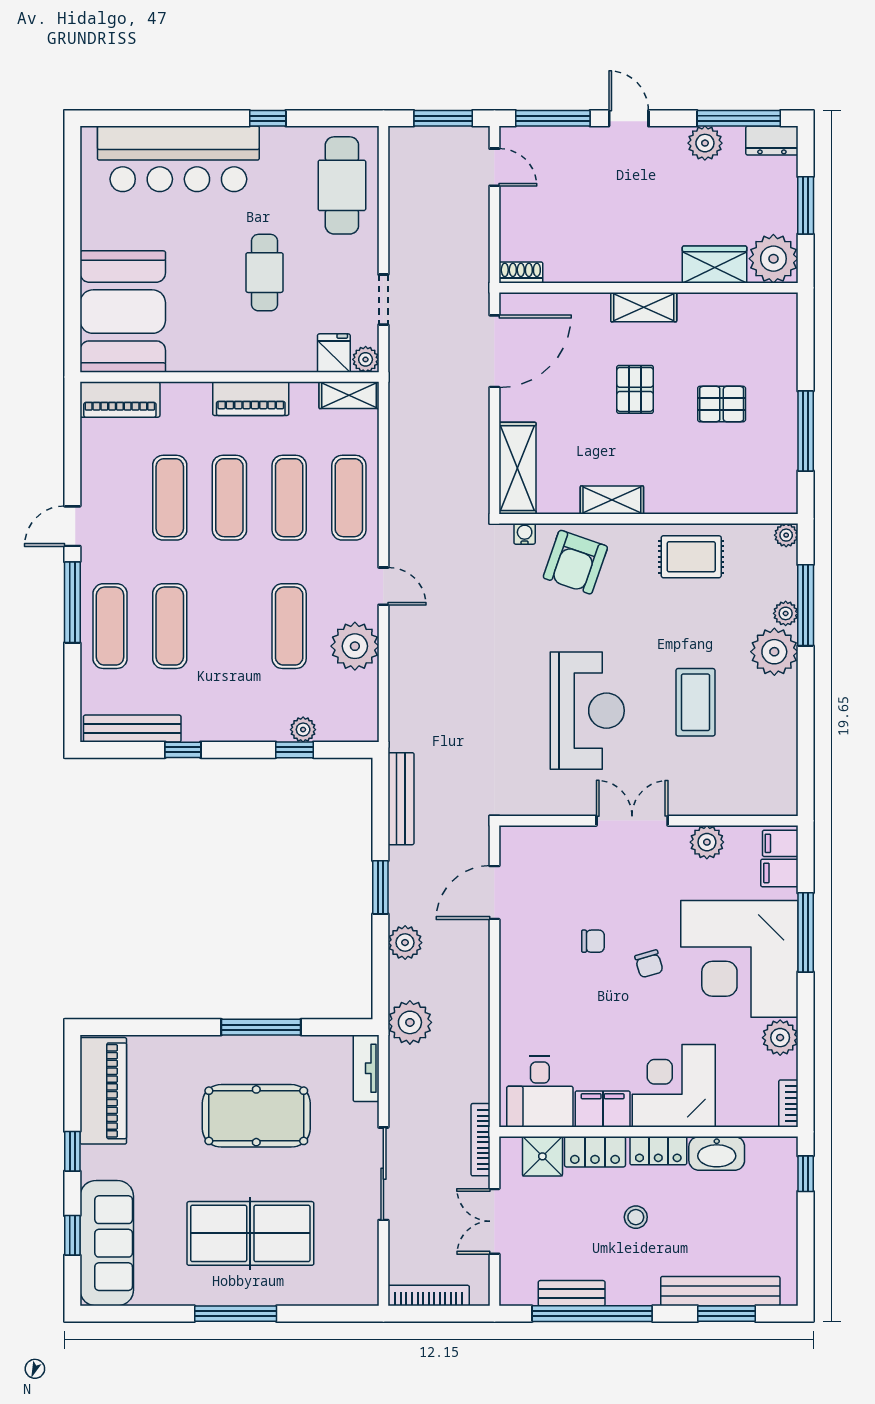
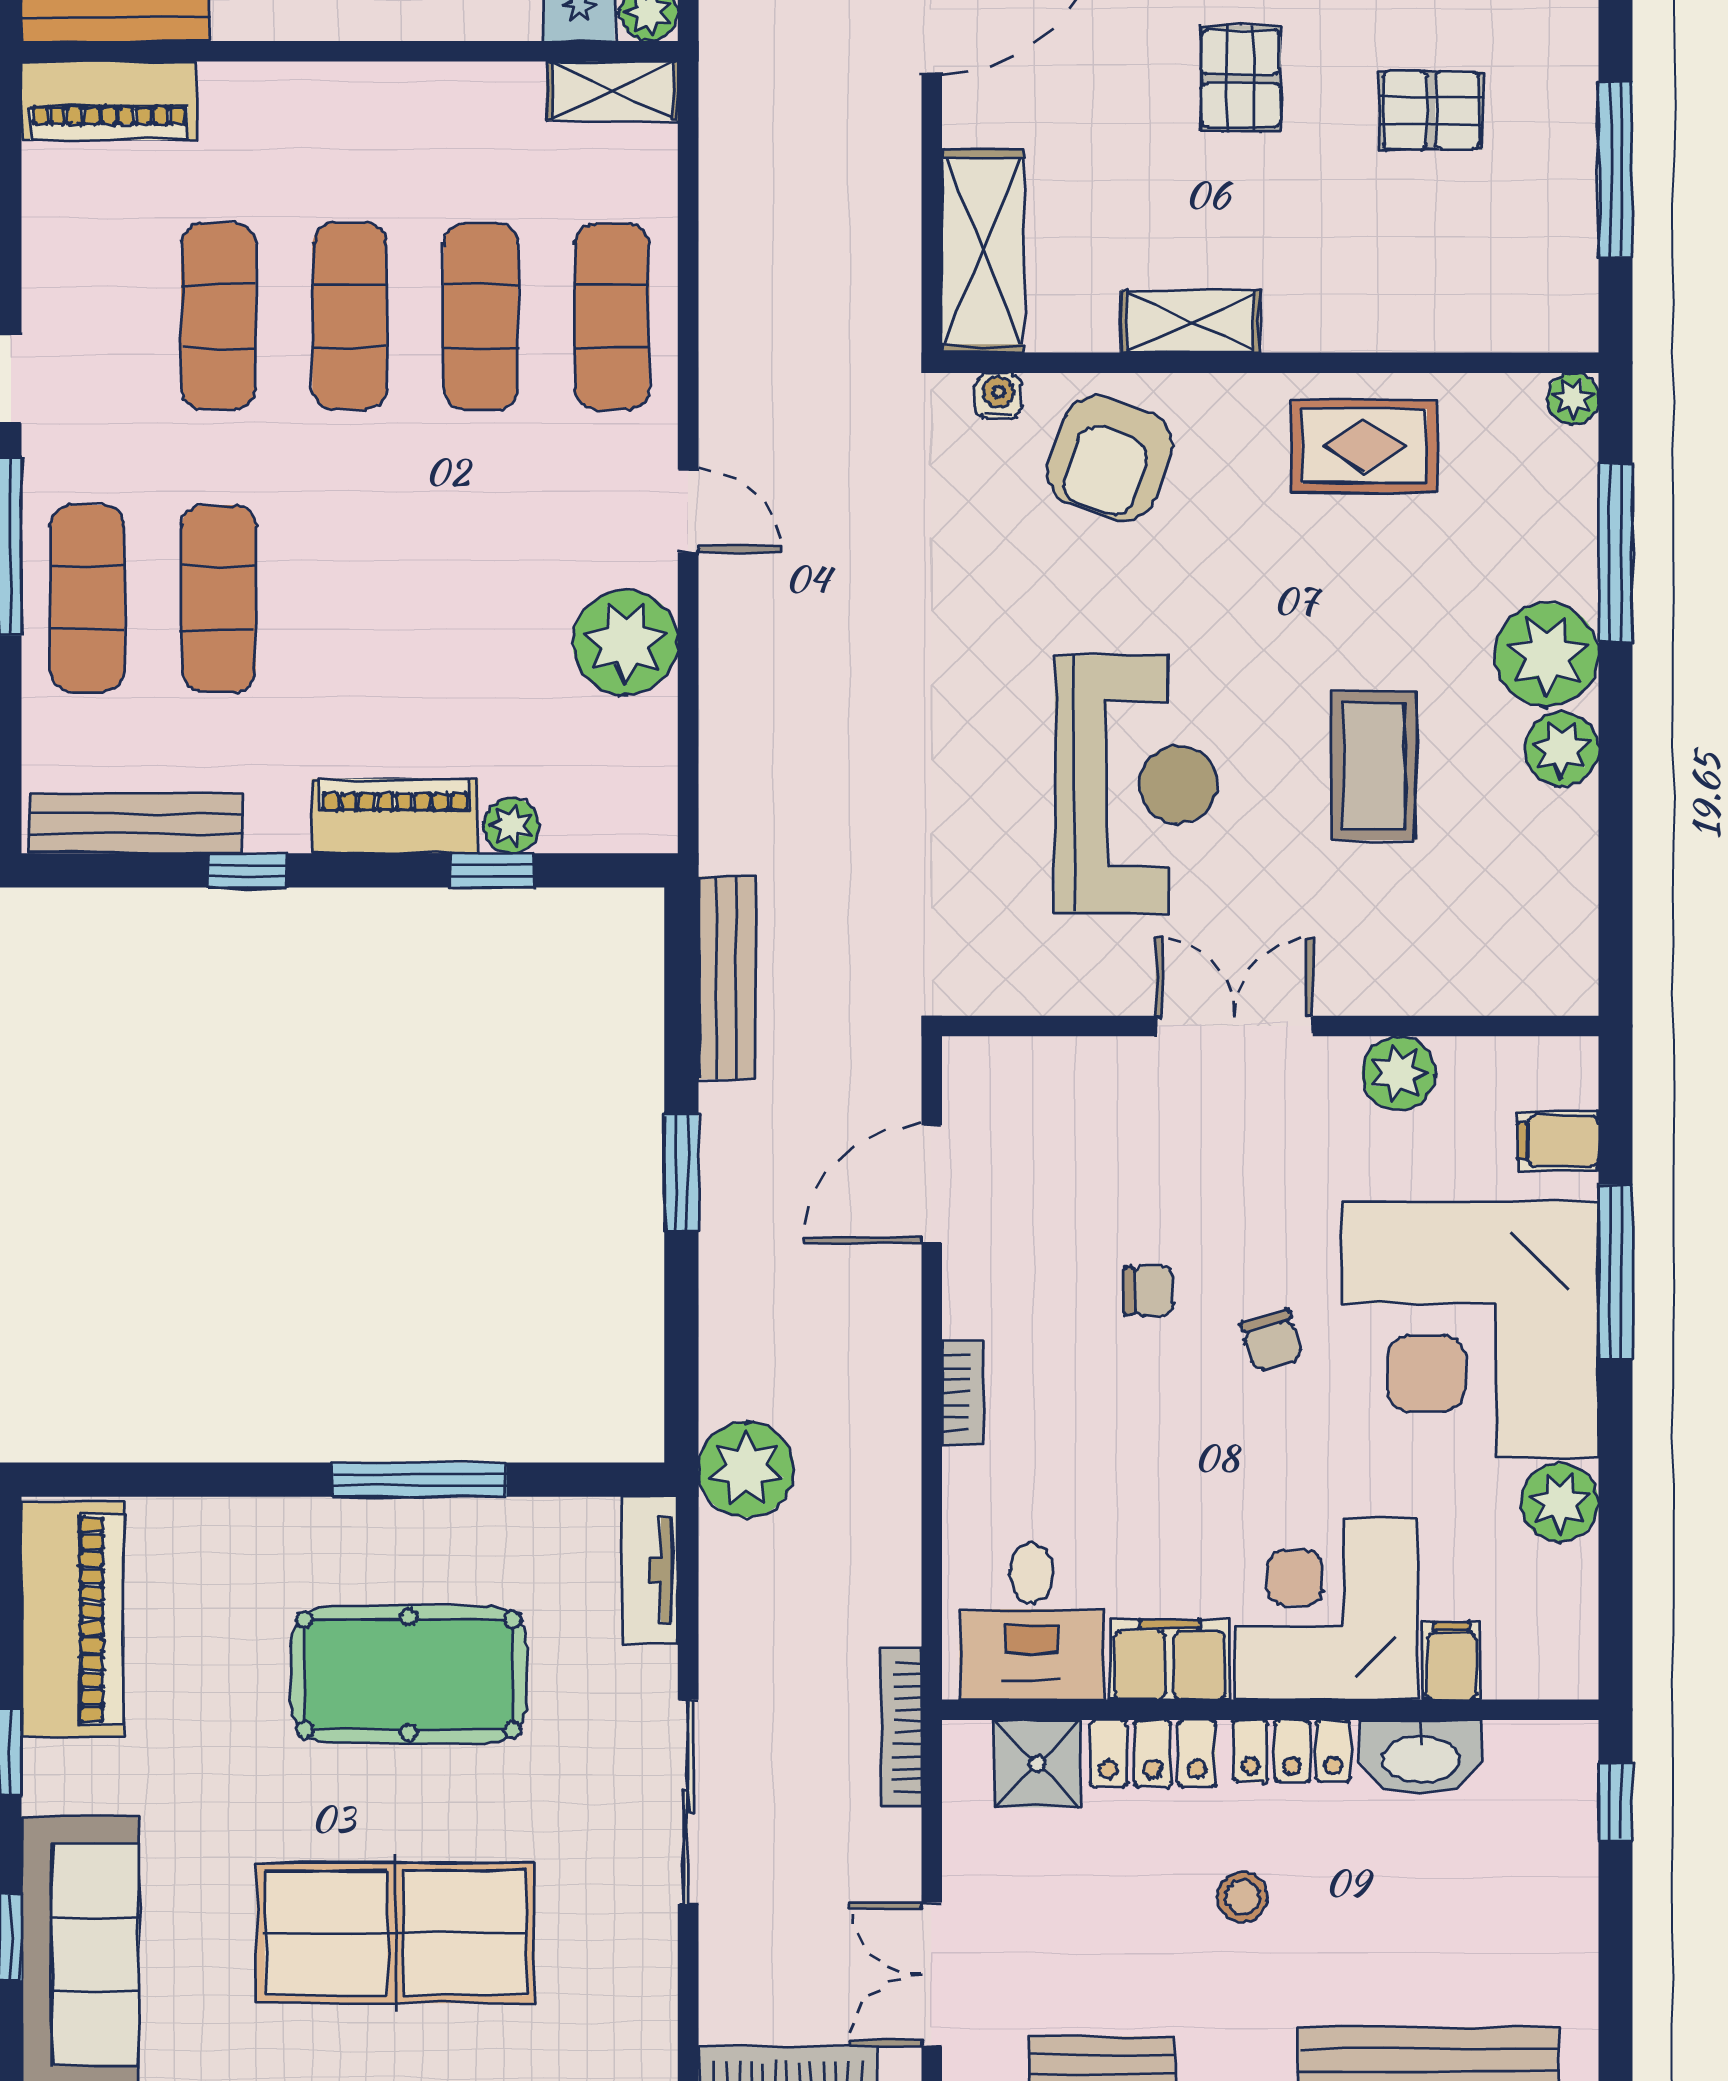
piano: (251, 399) -> (395, 816), moved, turned 180
plant: (786, 613) -> (1562, 749), moved, width x1.38, depth x1.38
exercise mat: (289, 626) -> (481, 599), removed
filing cabinet: (780, 843) -> (1451, 1661), moved, turned 90
plant: (405, 943) -> (735, 1294), removed
bookcase: (788, 1104) -> (963, 1393), moved, turned 180
double door: (494, 1221) -> (932, 1974), moved

